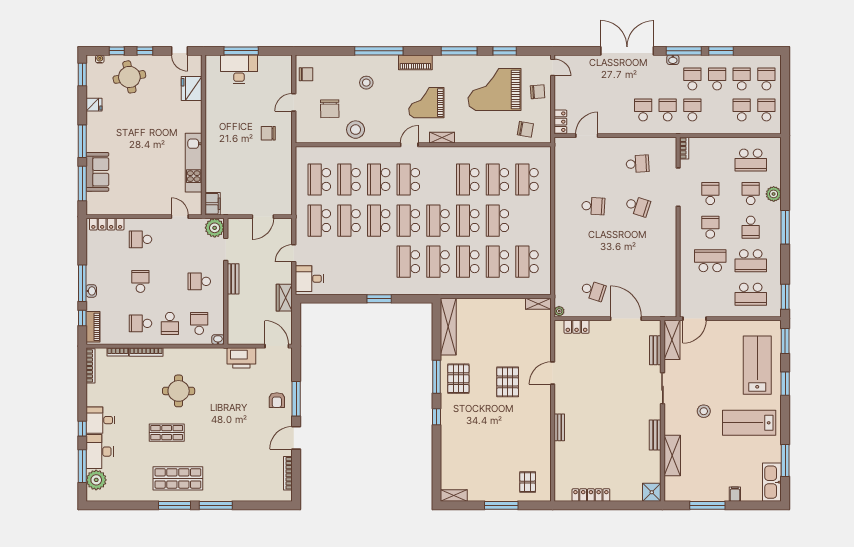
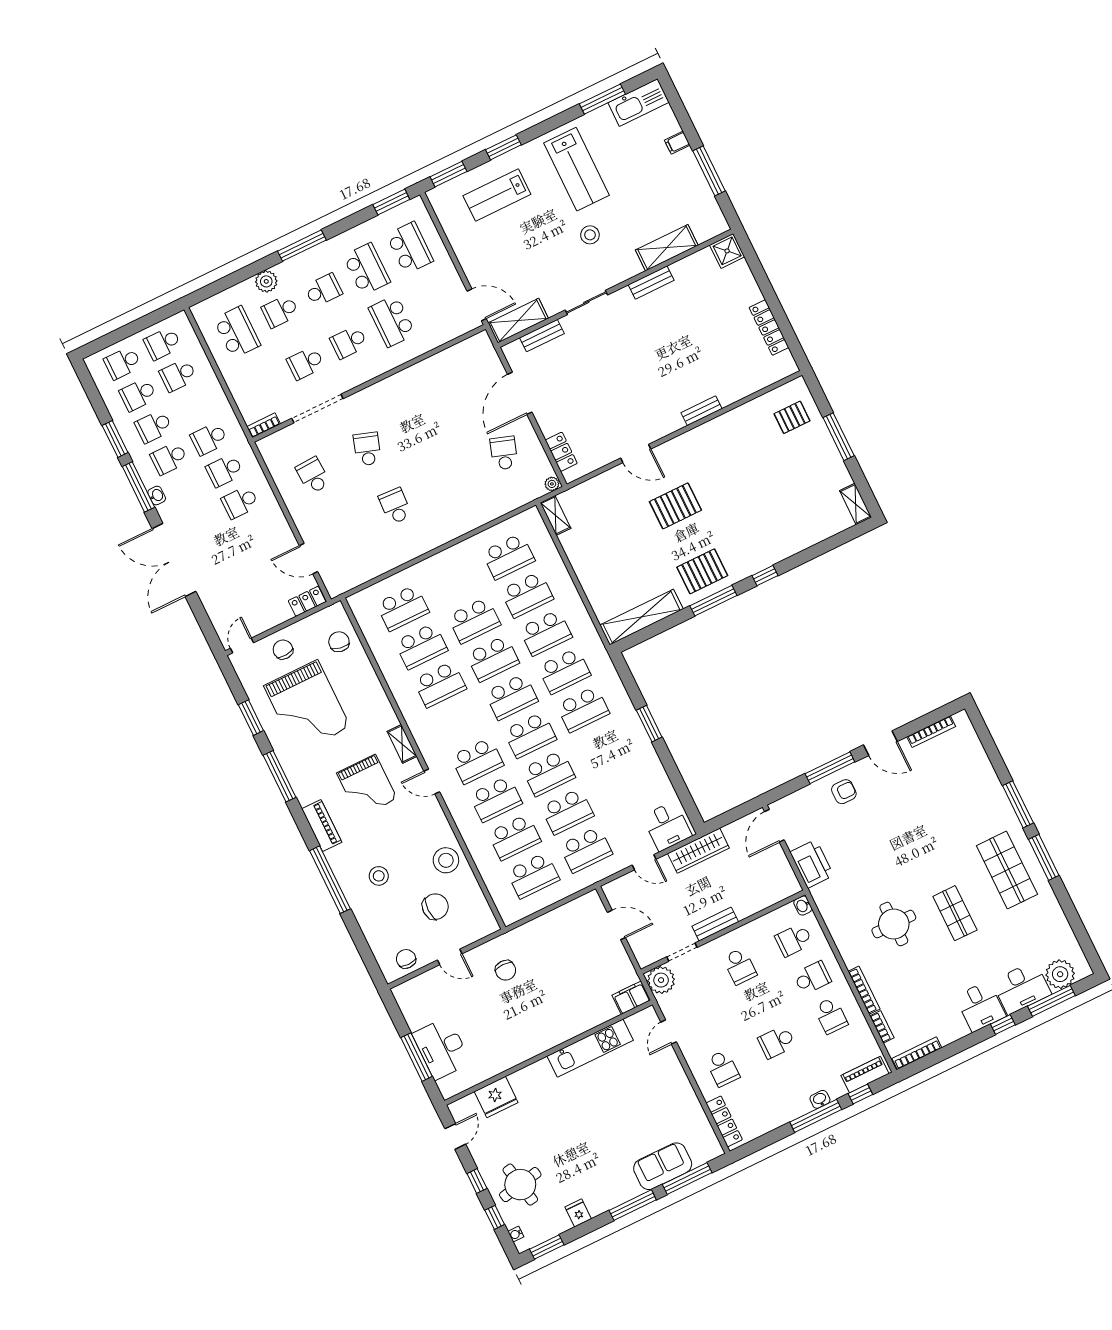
wardrobe: (284, 298) -> (698, 851), width x1.50
lab bench: (757, 365) -> (497, 195), width x0.73, depth x0.72

